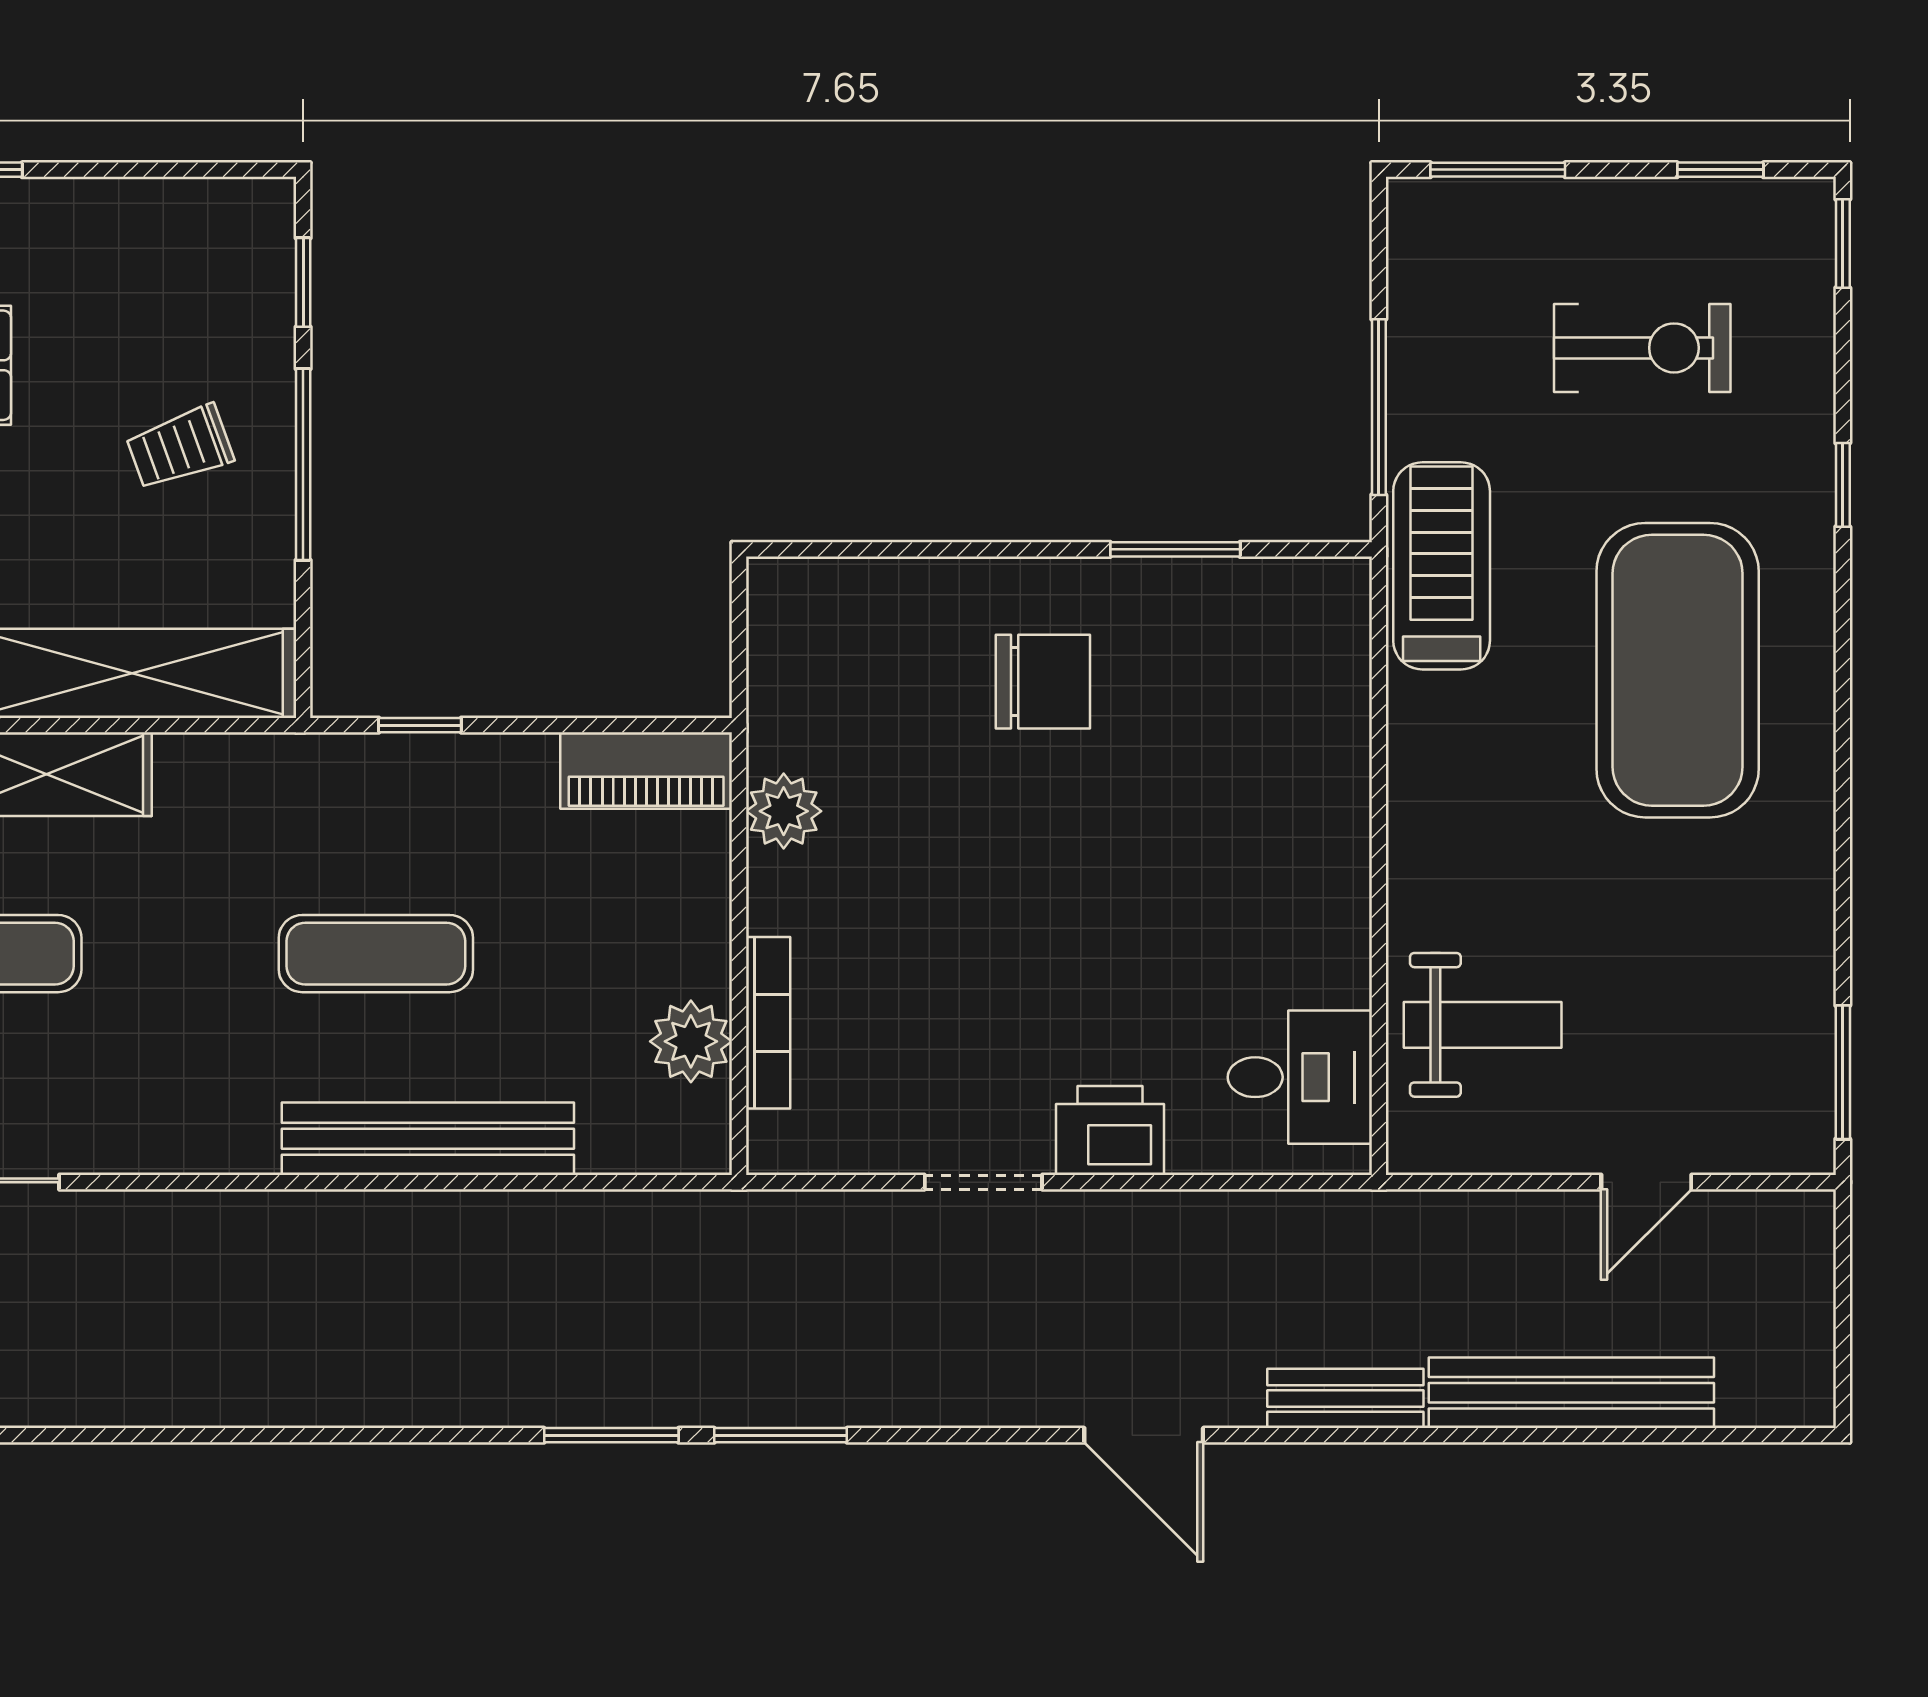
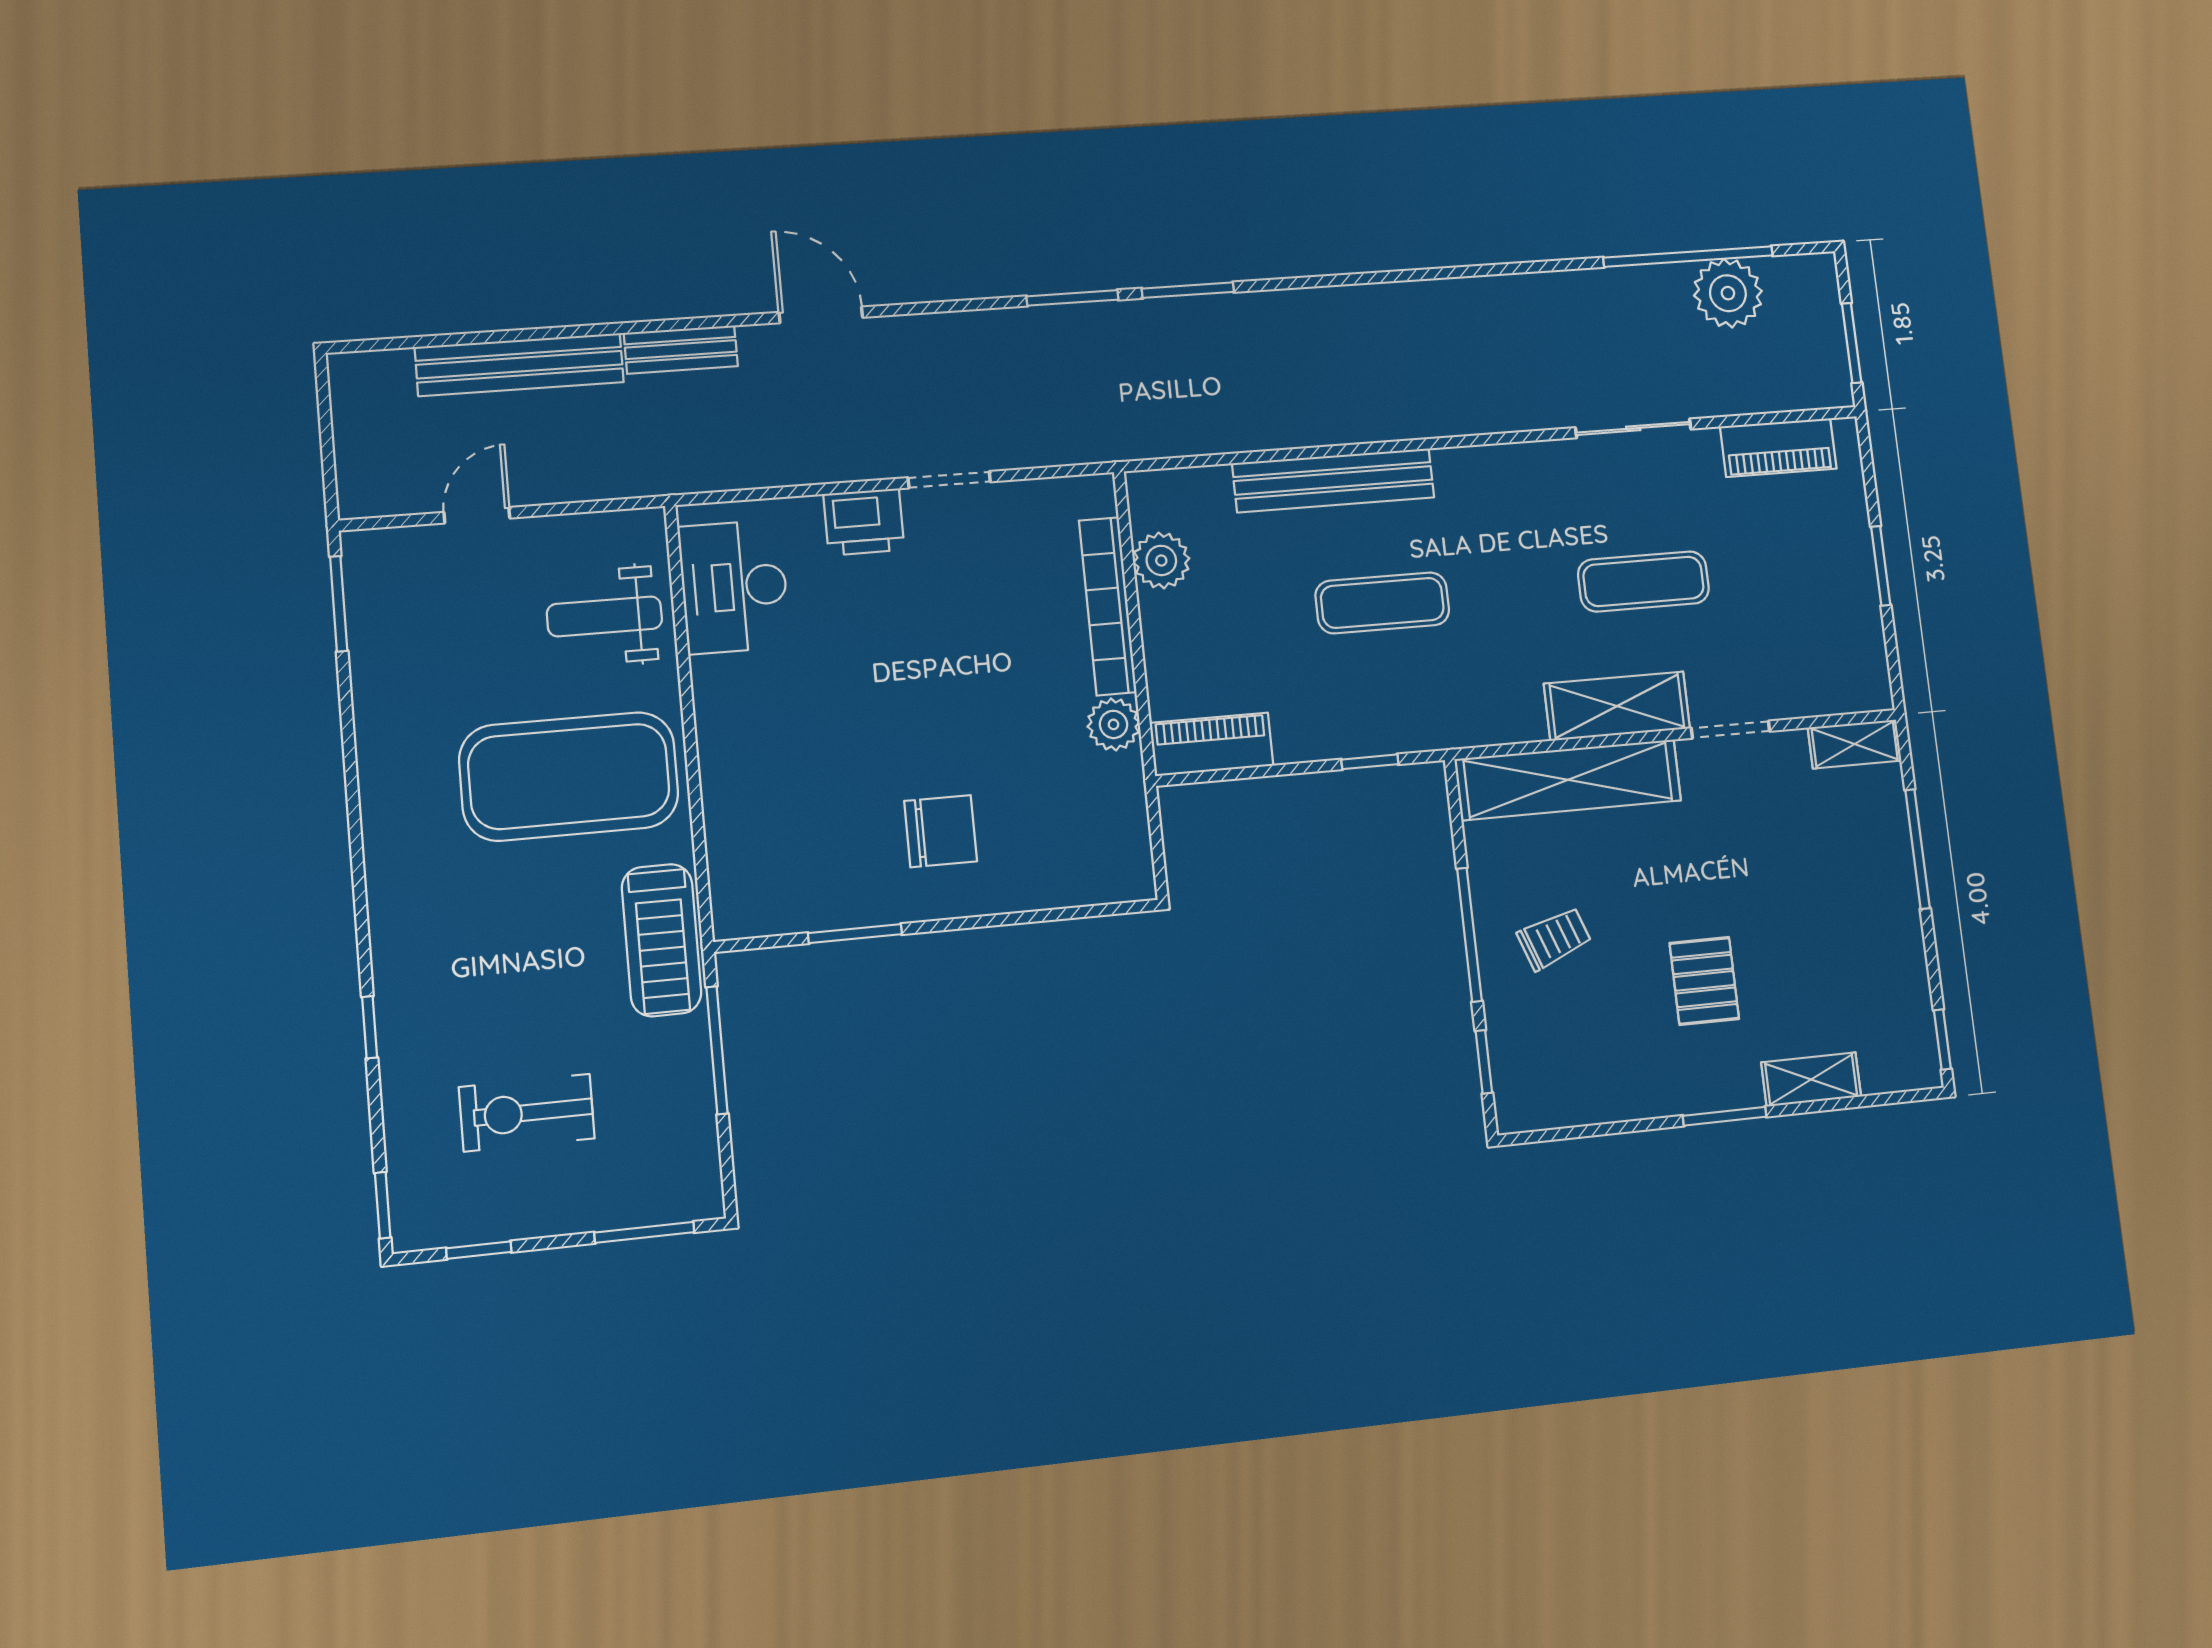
exercise mat: (1678, 670) -> (569, 776), moved, turned 90
chair: (1043, 682) -> (941, 831), turned 180
bookcase: (768, 1023) -> (1108, 606), width x1.48, depth x1.31
desk: (1300, 1077) -> (734, 587), width x1.37

